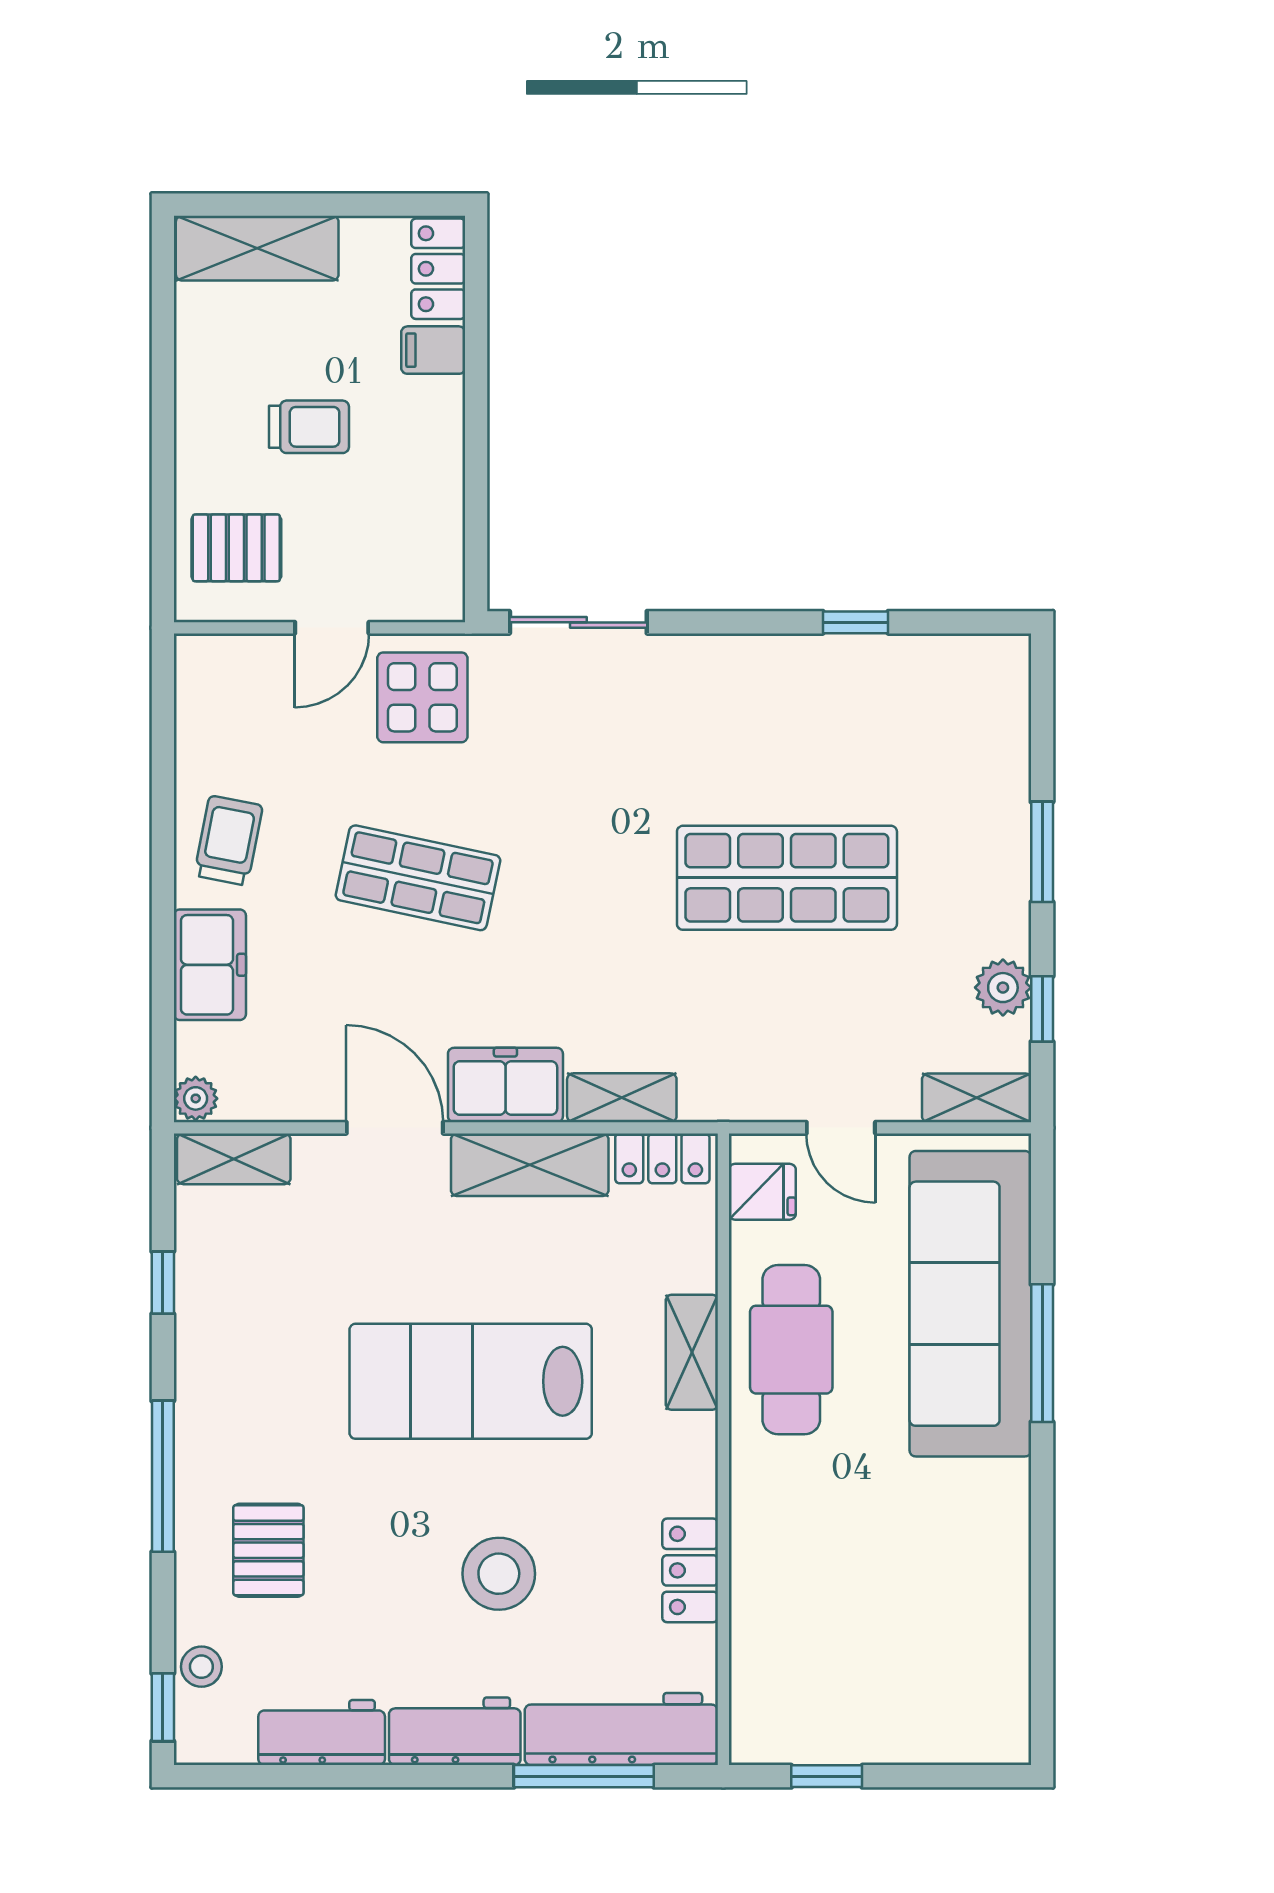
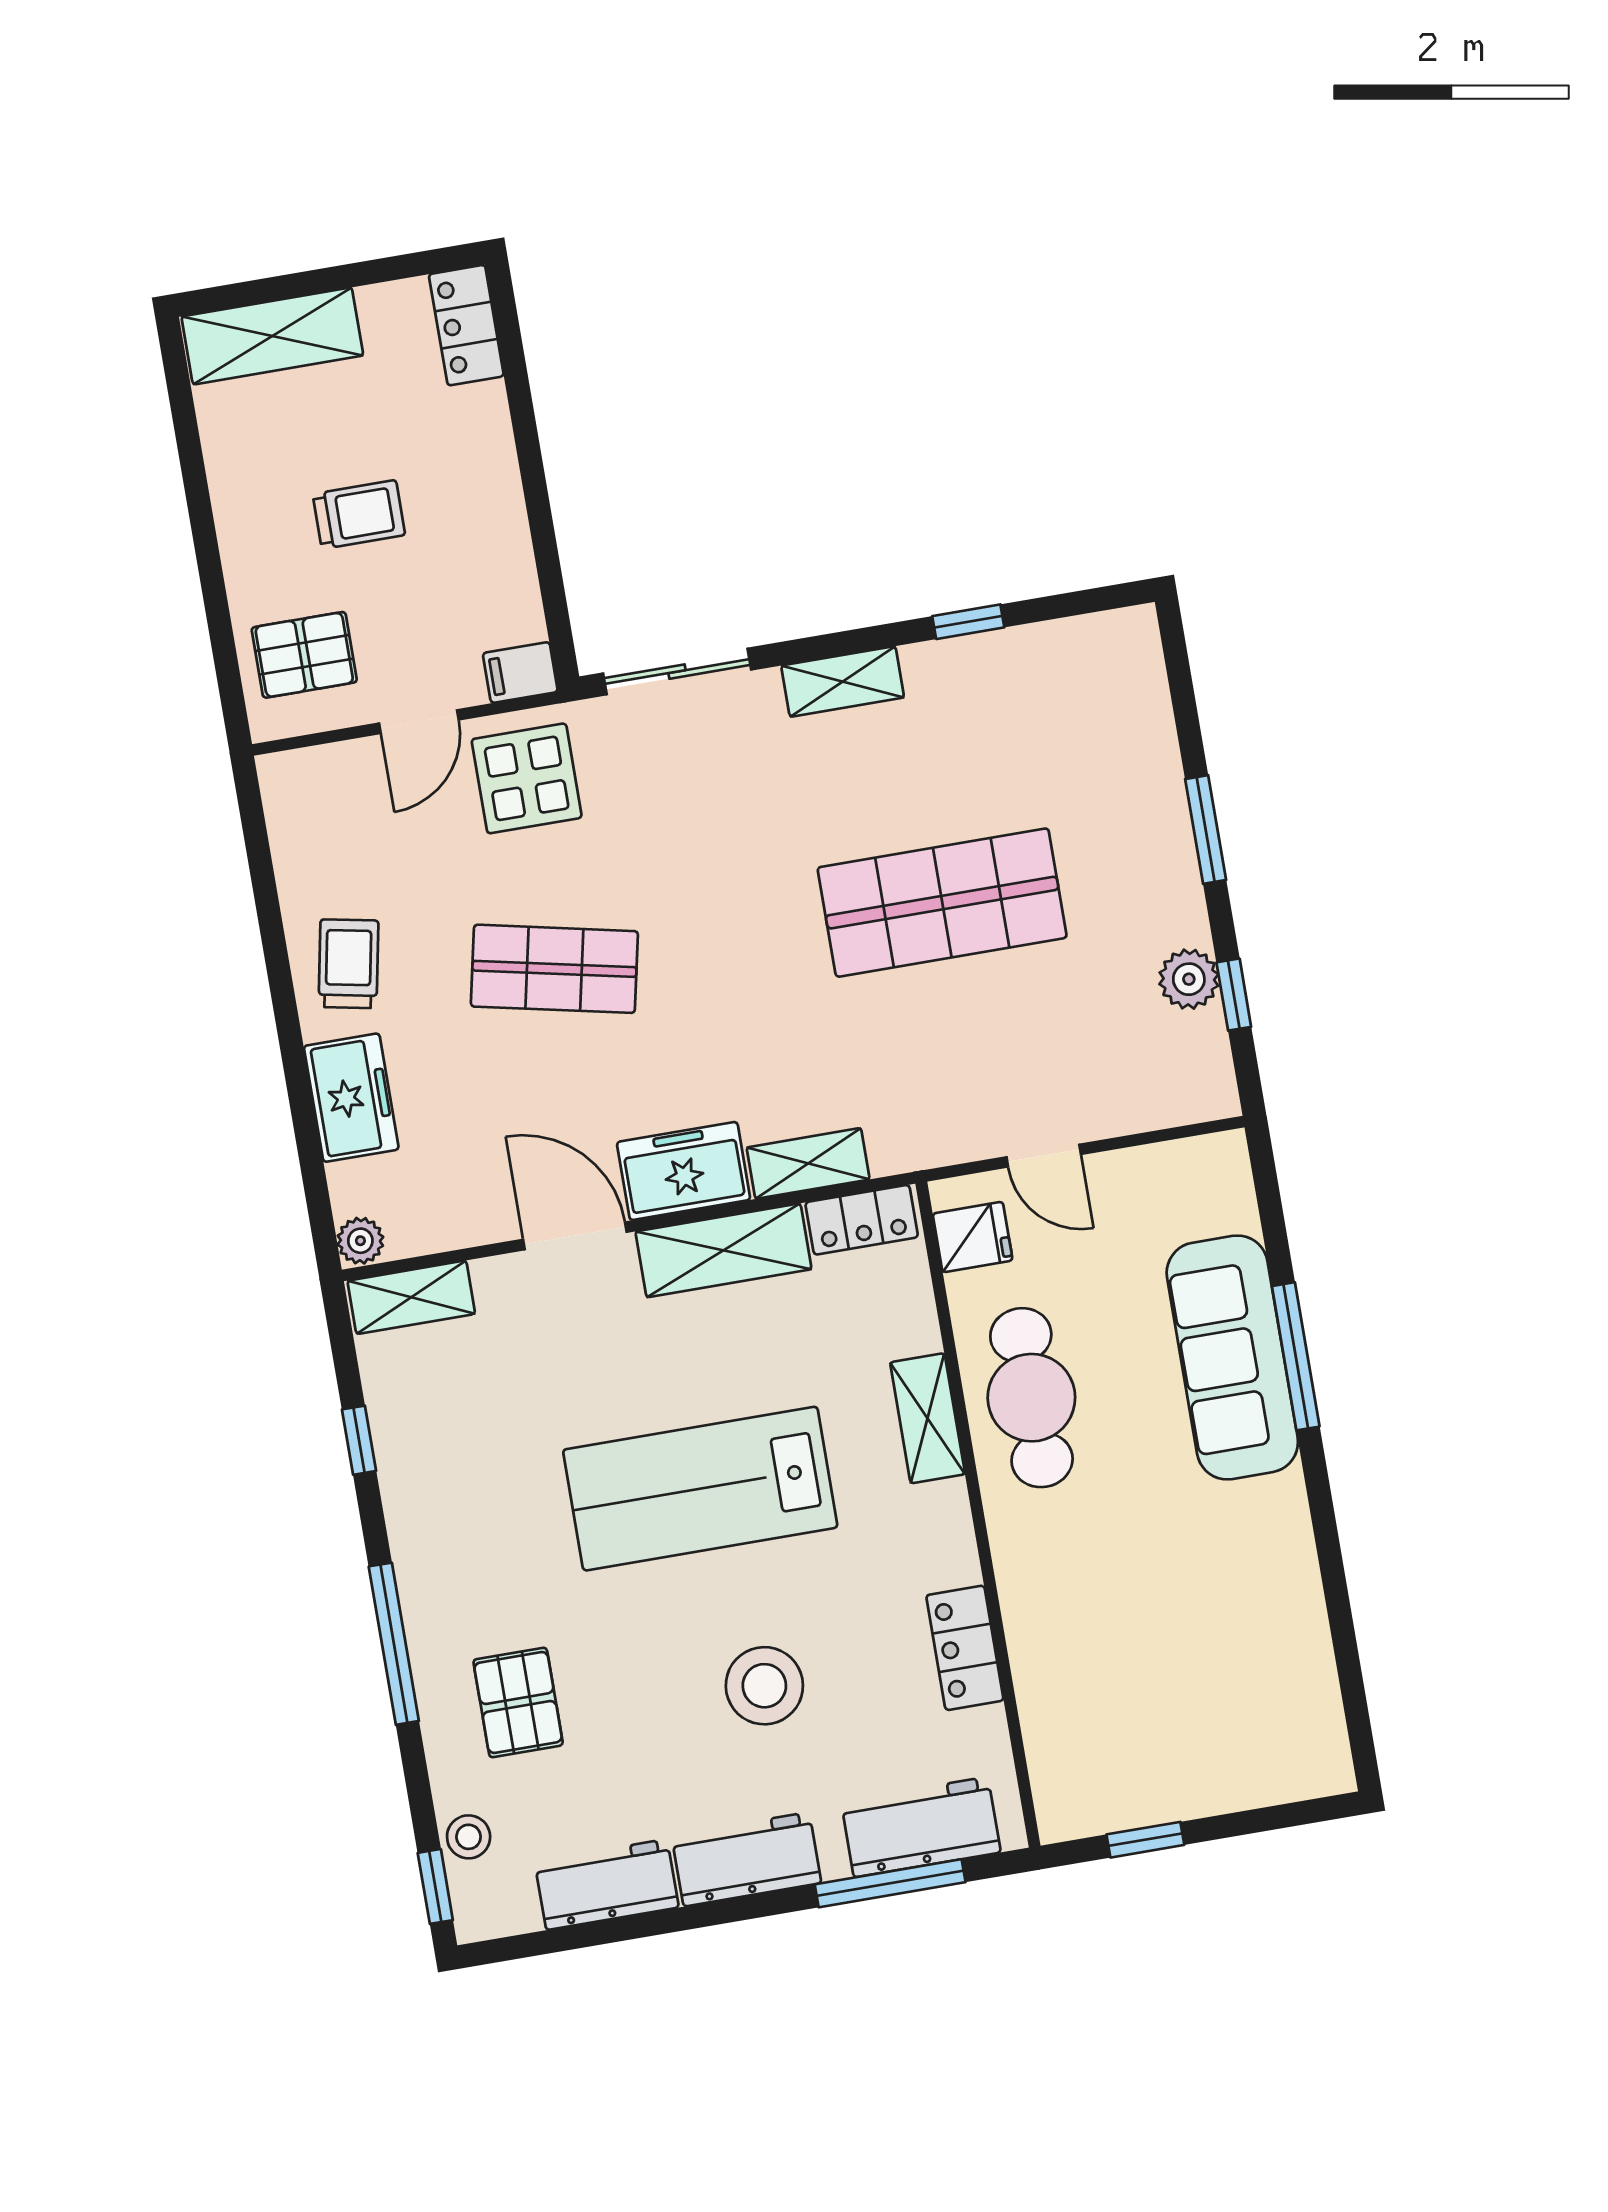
filing cabinet: (433, 350) -> (520, 672), moved
shelving: (977, 1098) -> (843, 682), moved
sofa: (970, 1304) -> (1232, 1357), width x0.74, depth x0.79
workbench: (621, 1729) -> (921, 1827), width x0.73

